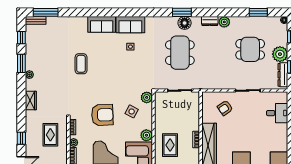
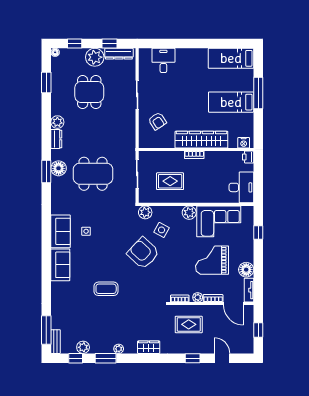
plant: (31, 44) -> (83, 347), added
armchair: (102, 115) -> (143, 253), moved, turned -45
rug: (170, 145) -> (170, 181), moved

